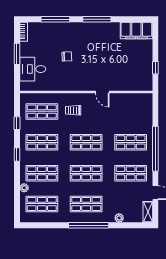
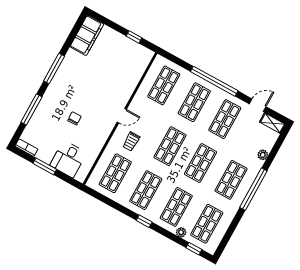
door: (102, 92) -> (122, 116), moved
shop shelf: (131, 111) -> (164, 85), added
window: (17, 123) -> (194, 249), moved

